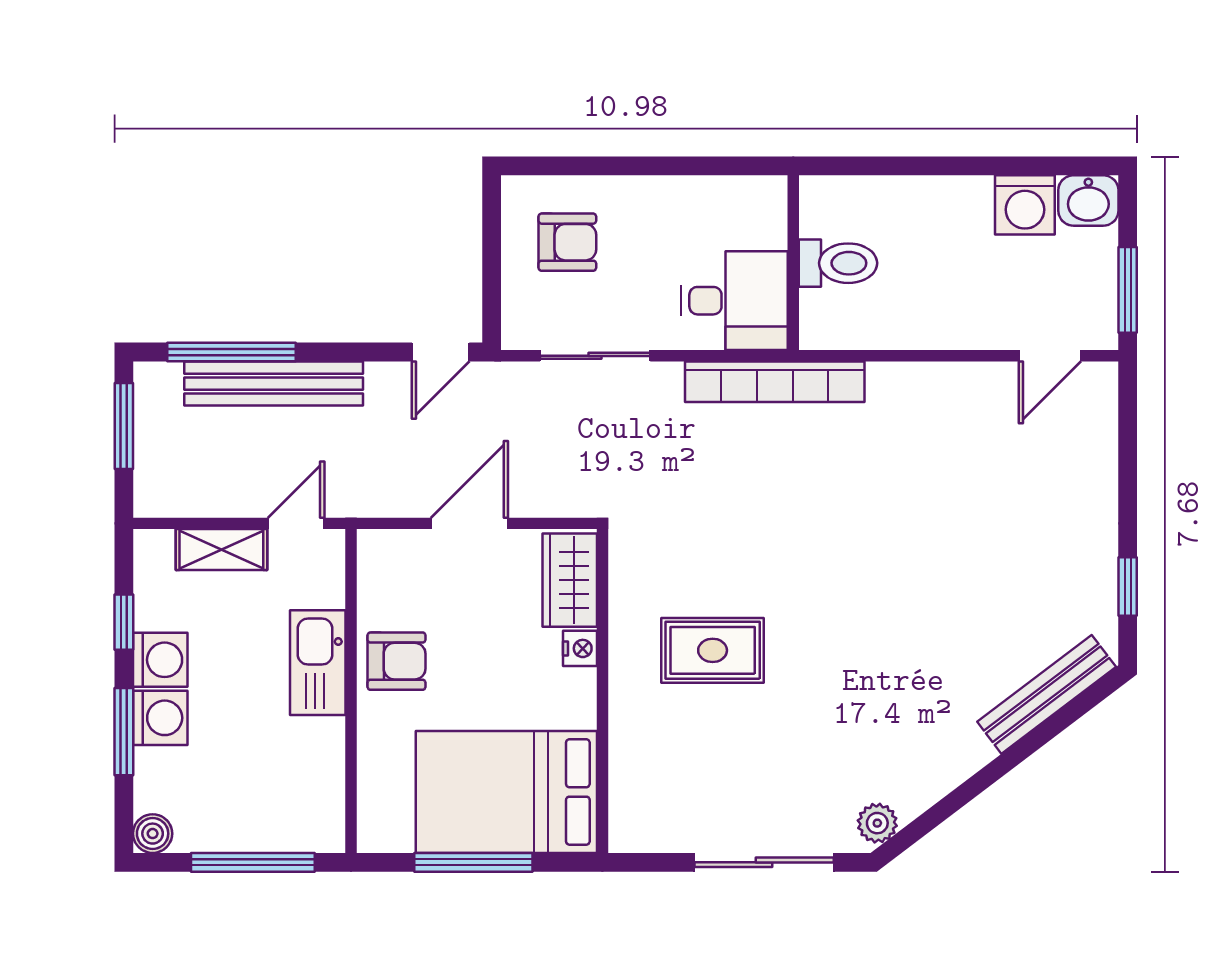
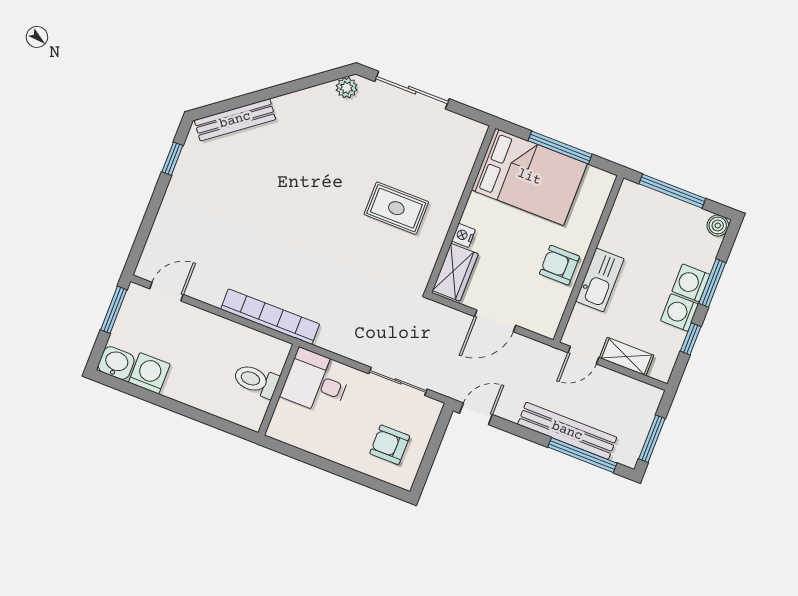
bookcase: (775, 382) -> (270, 317), moved

